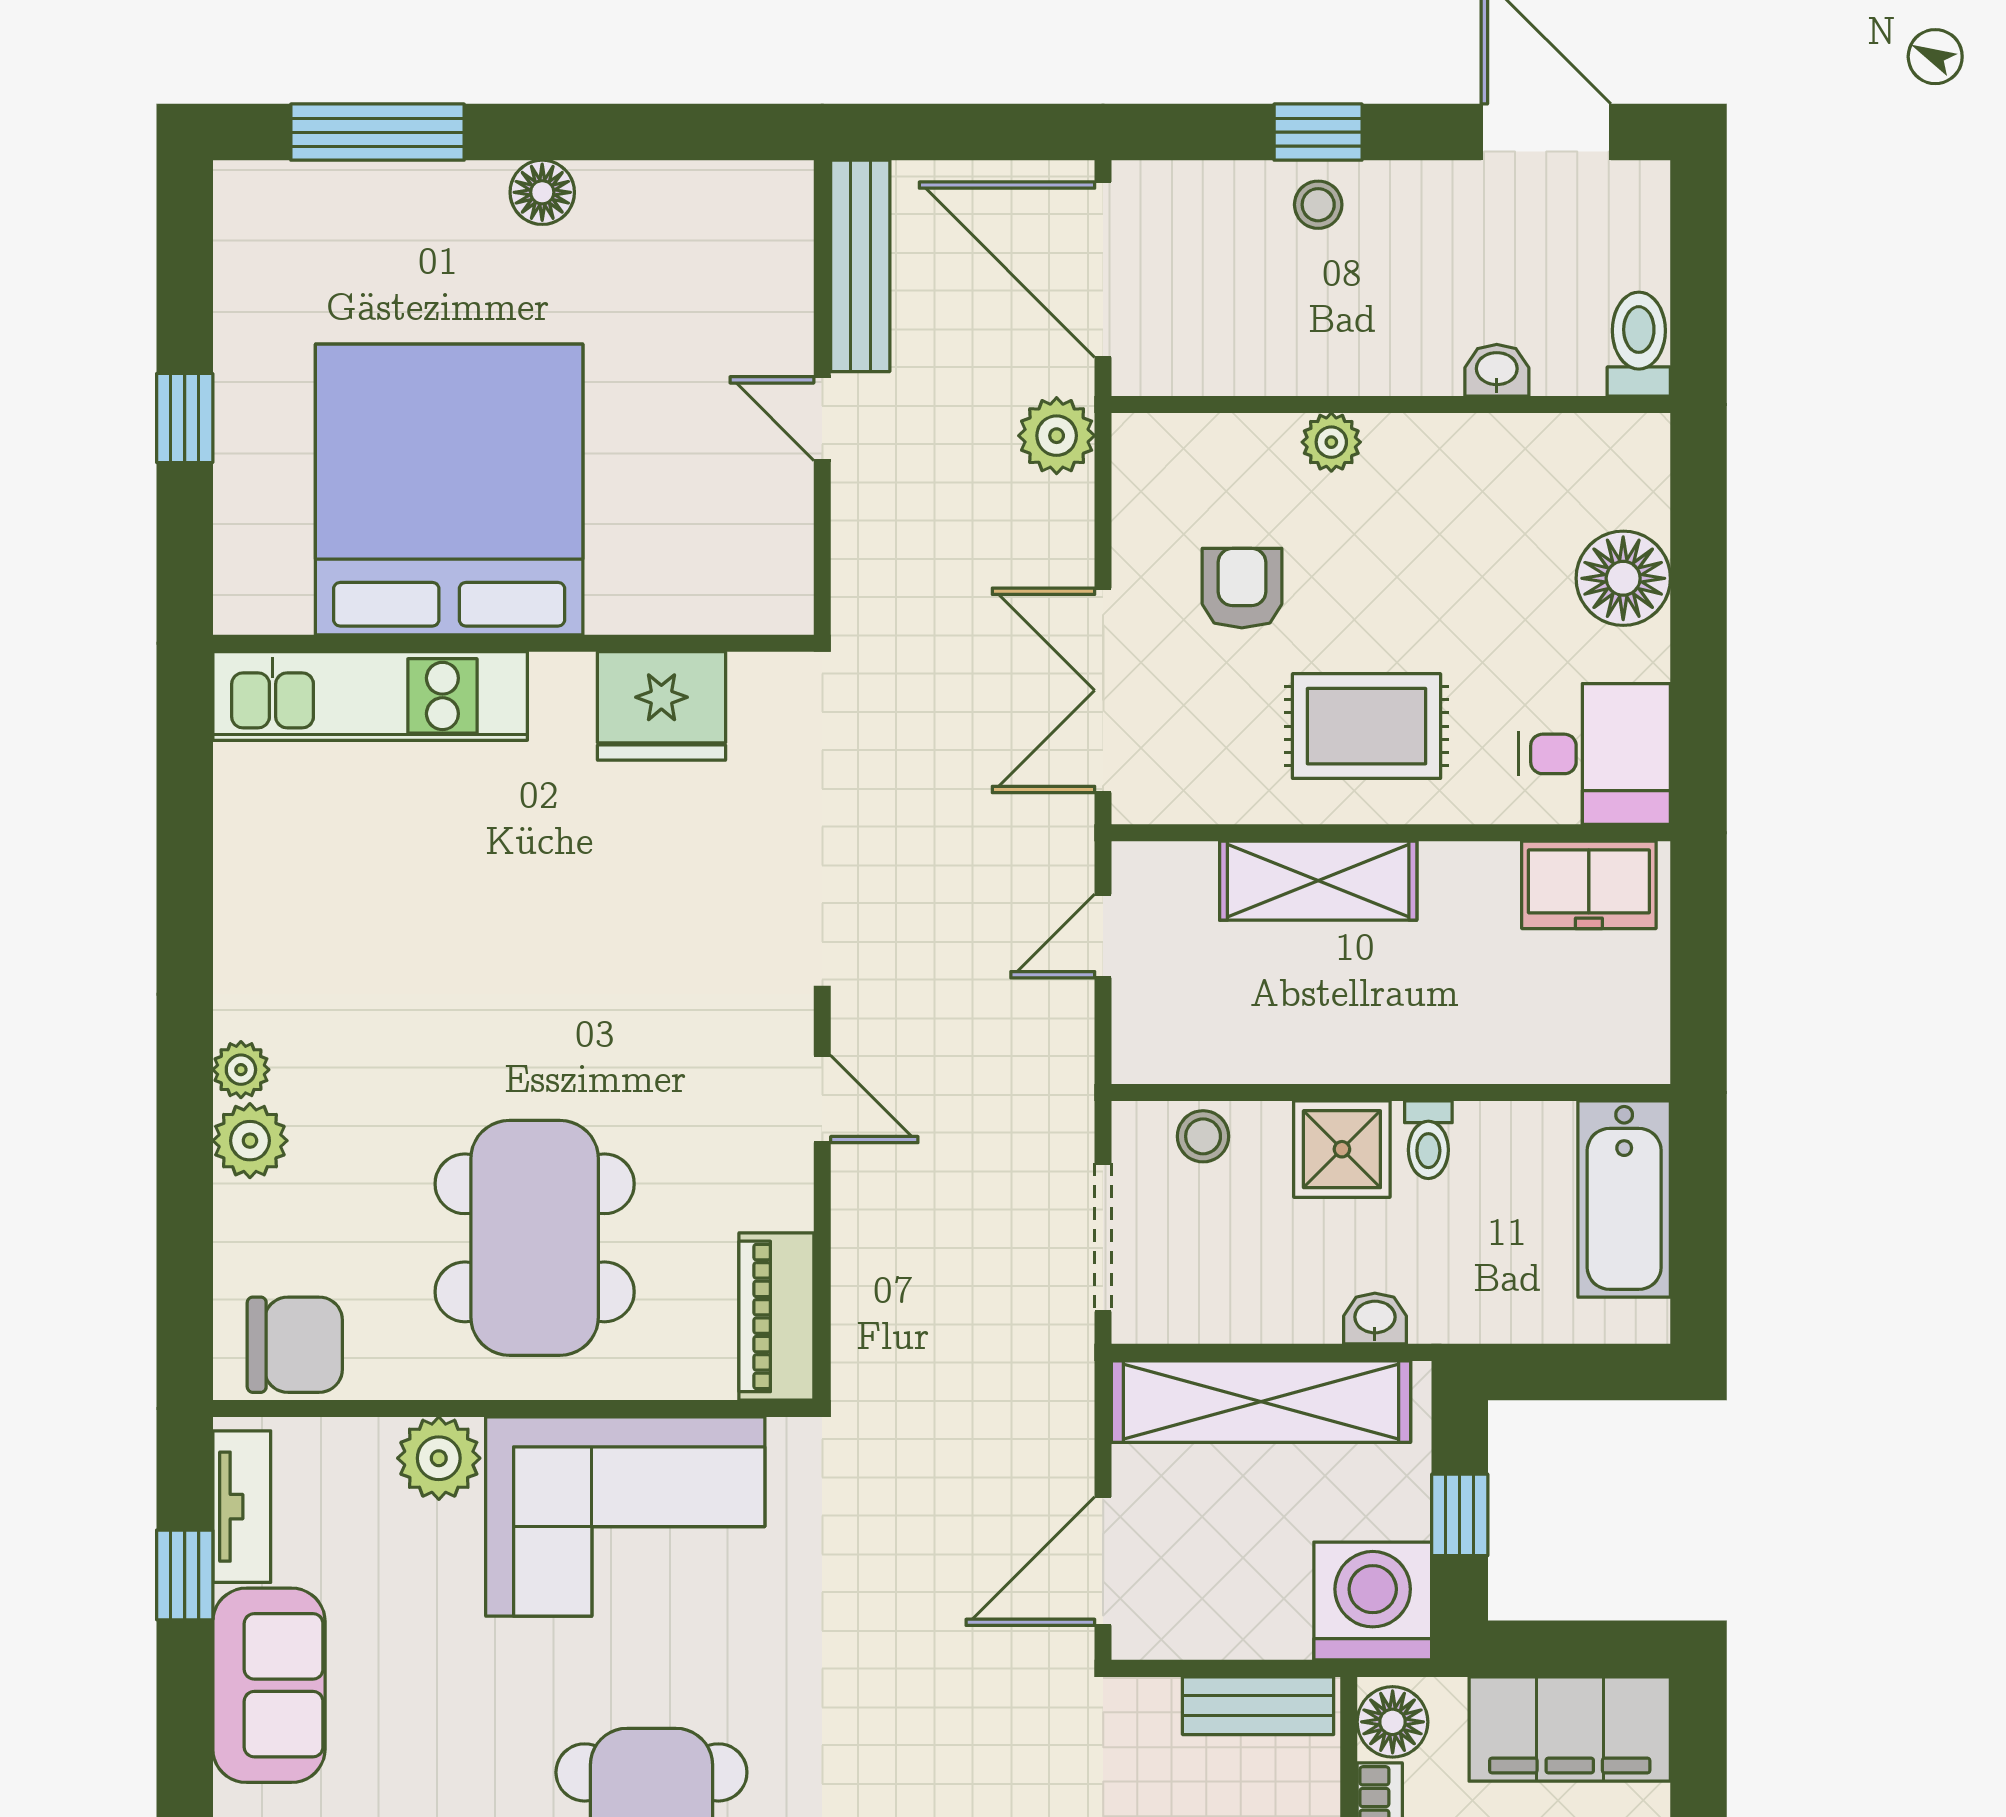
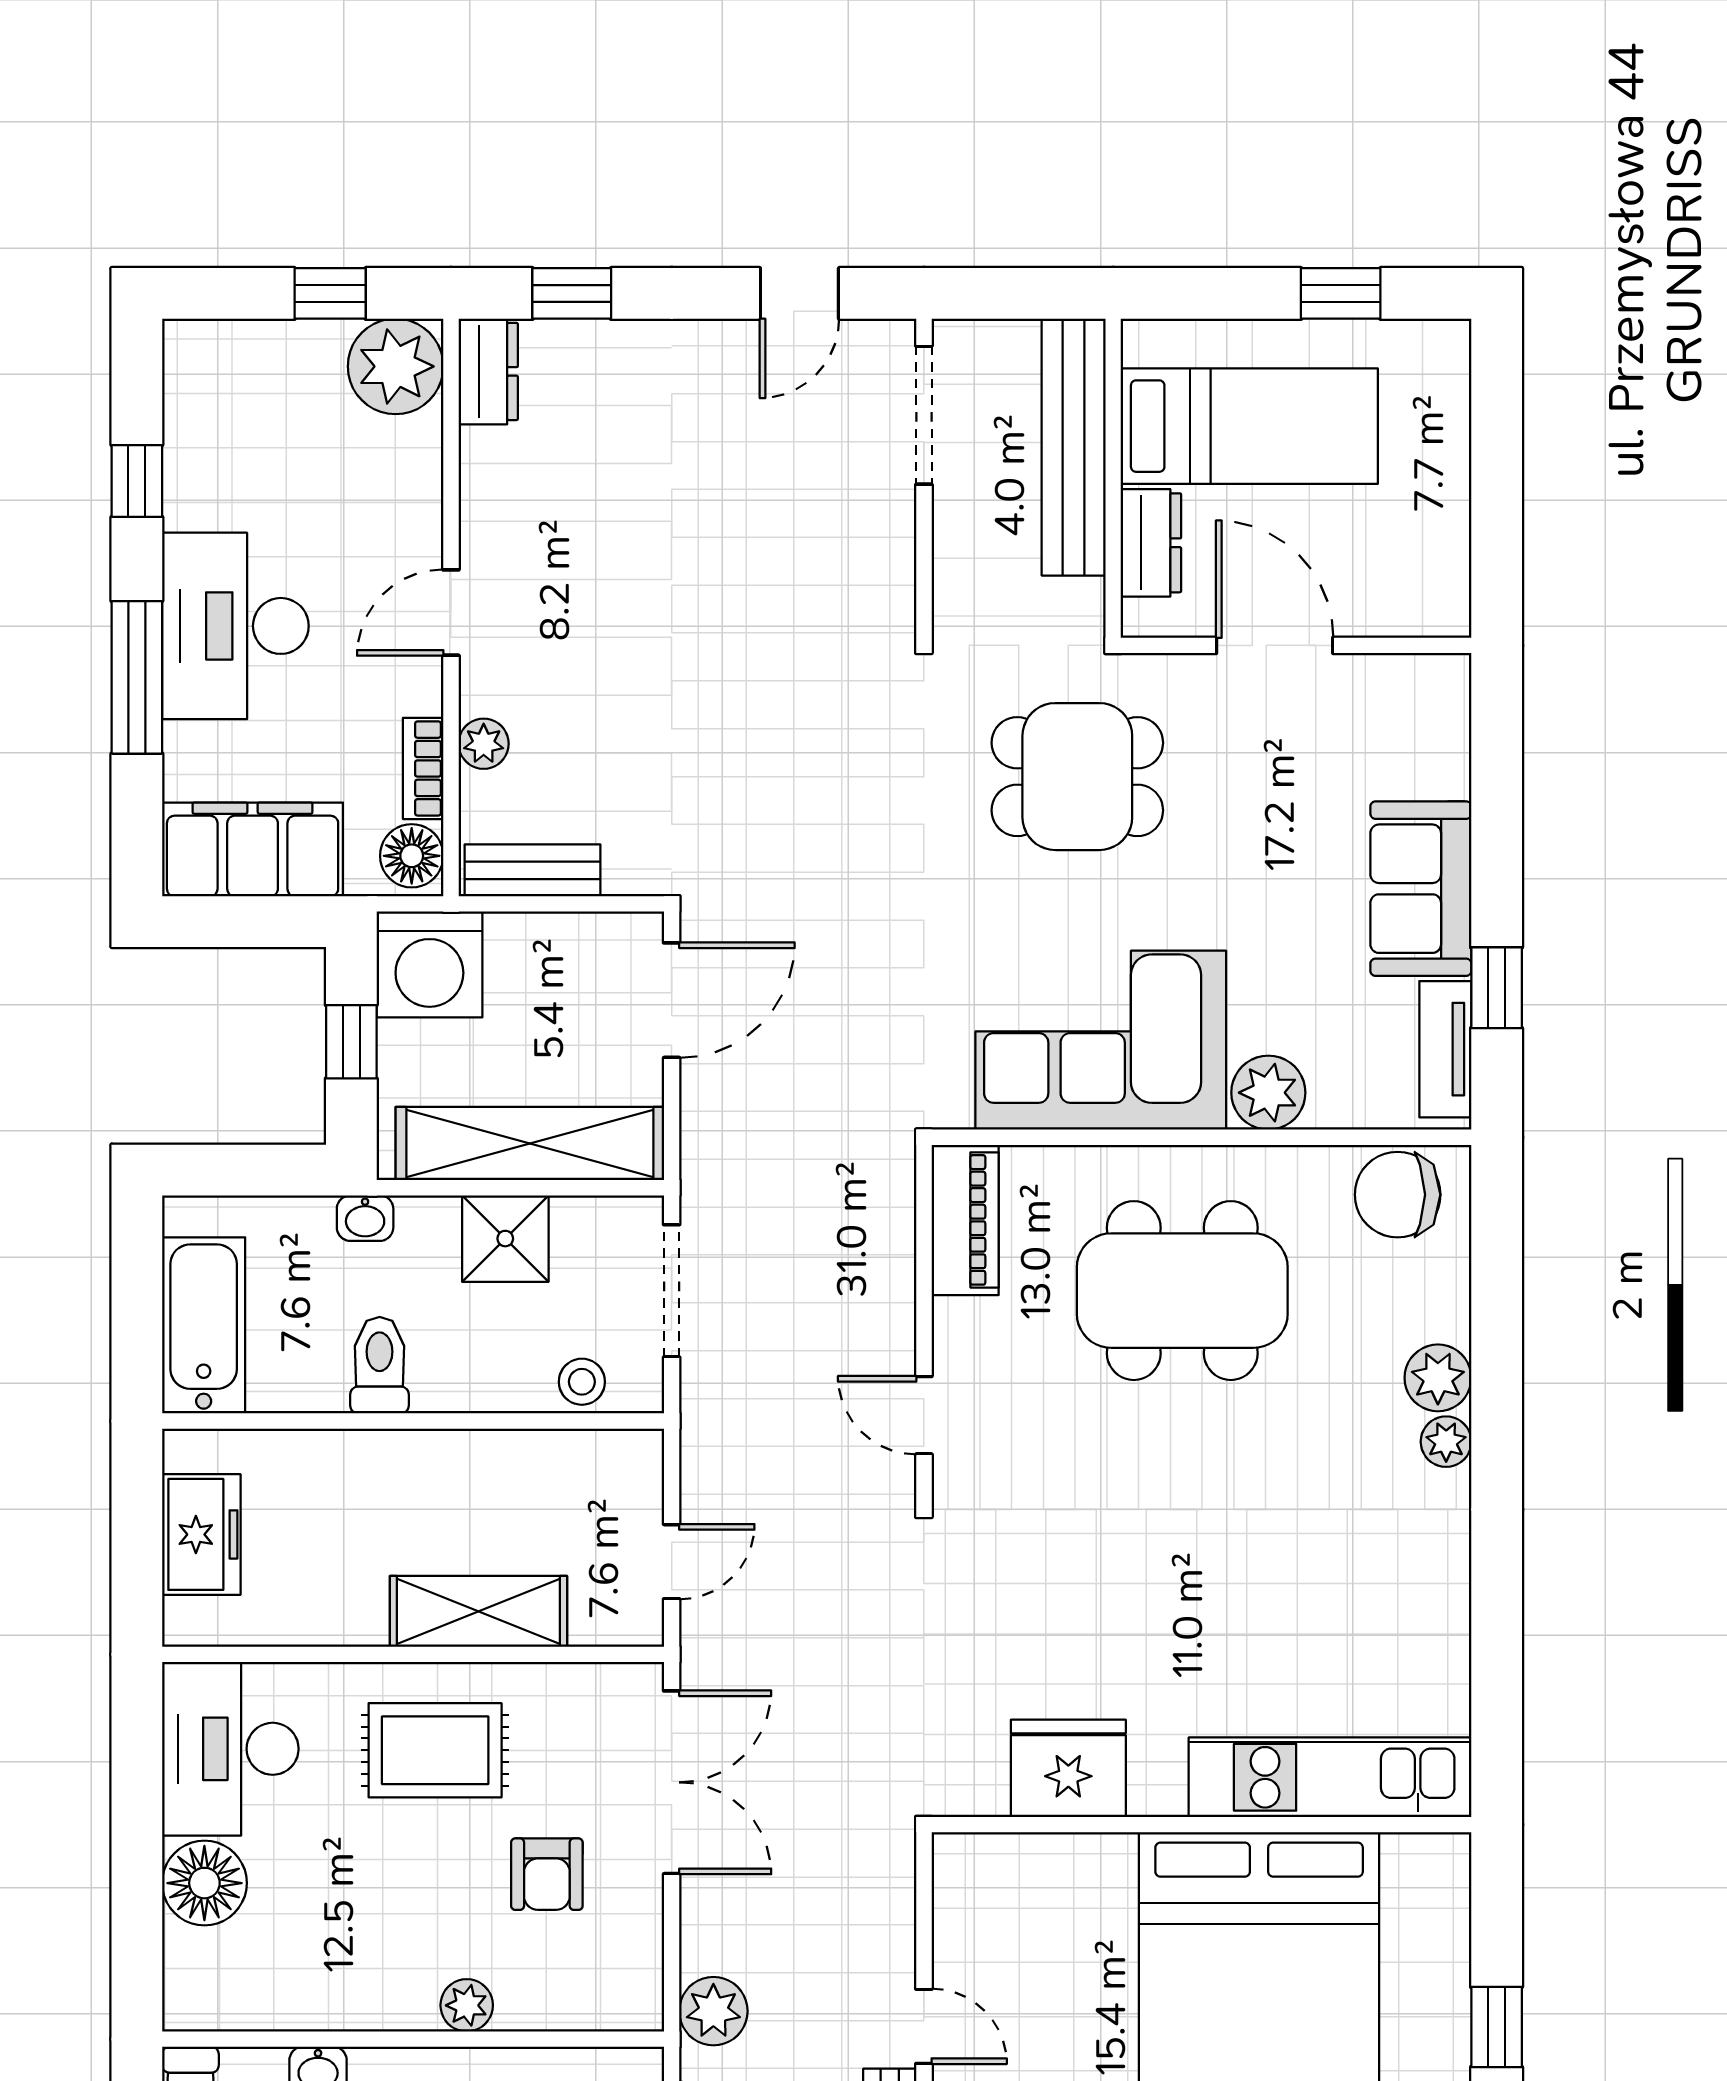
desk: (1594, 754) -> (230, 1749), width x1.37
freezer: (1589, 885) -> (201, 1534), moved, turned 90
toilet: (1428, 1140) -> (380, 1365), width x1.37, depth x1.39
shower: (1342, 1149) -> (505, 1239), moved
dining table: (535, 1238) -> (1182, 1291), turned 90
washbasin: (1375, 1319) -> (365, 1218), moved

